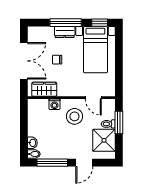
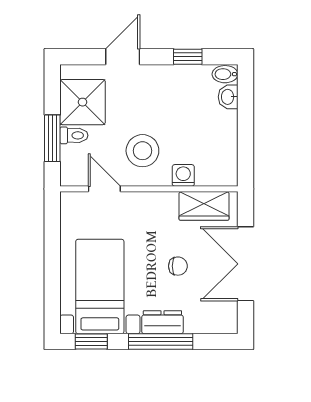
window: (52, 163) -> (188, 57), width x0.46

